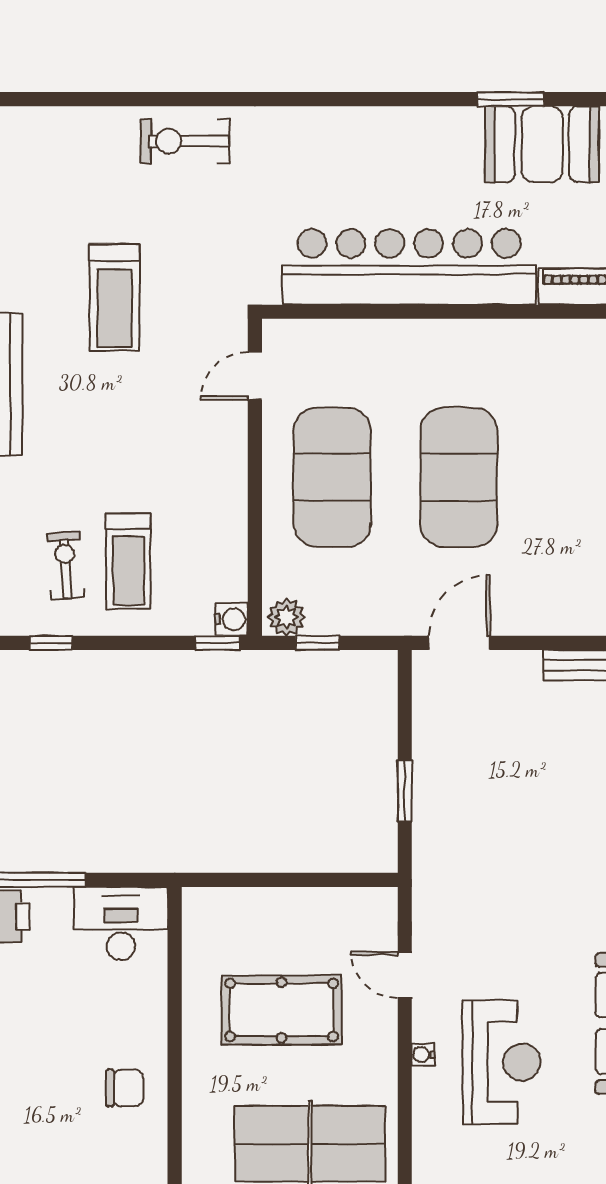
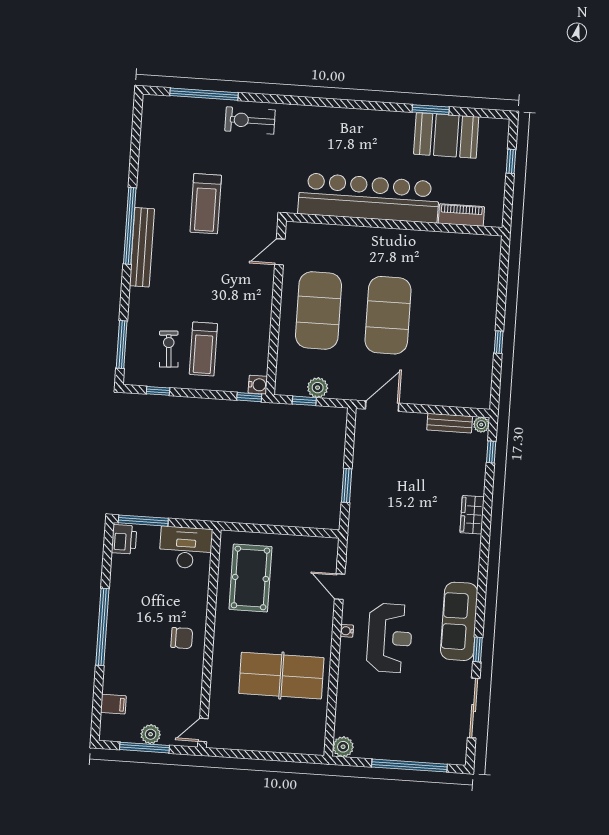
window: (98, 99) -> (204, 94), added
plant: (286, 617) -> (318, 388), moved
pool table: (282, 1010) -> (250, 578), moved, turned 90

